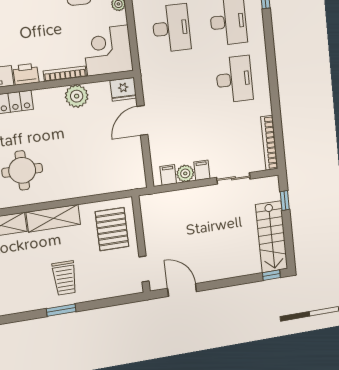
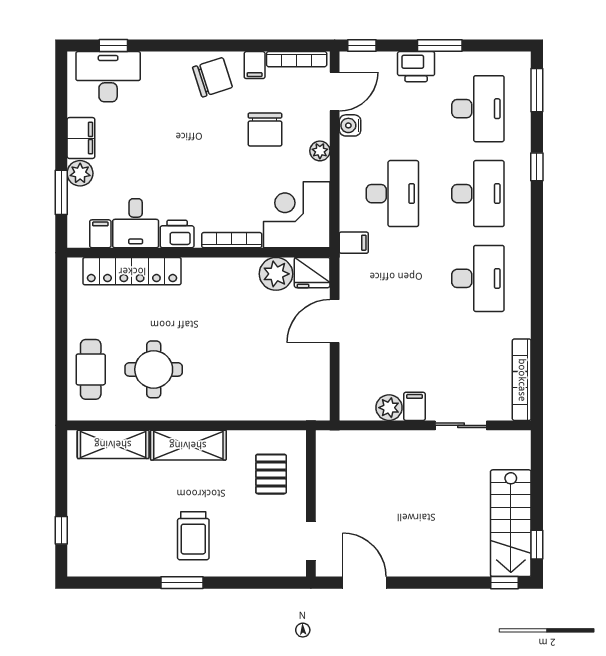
plant: (77, 96) -> (276, 274), moved
filing cabinet: (168, 175) -> (354, 243), moved, turned 90
window: (285, 200) -> (537, 545), moved
pallet: (112, 229) -> (271, 474), width x0.67, depth x0.71

